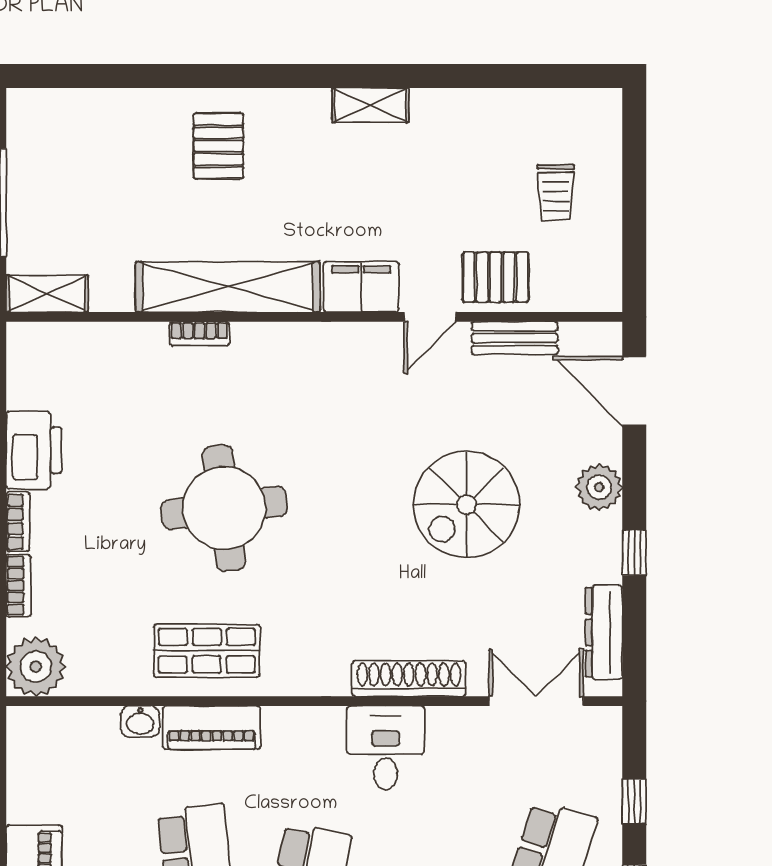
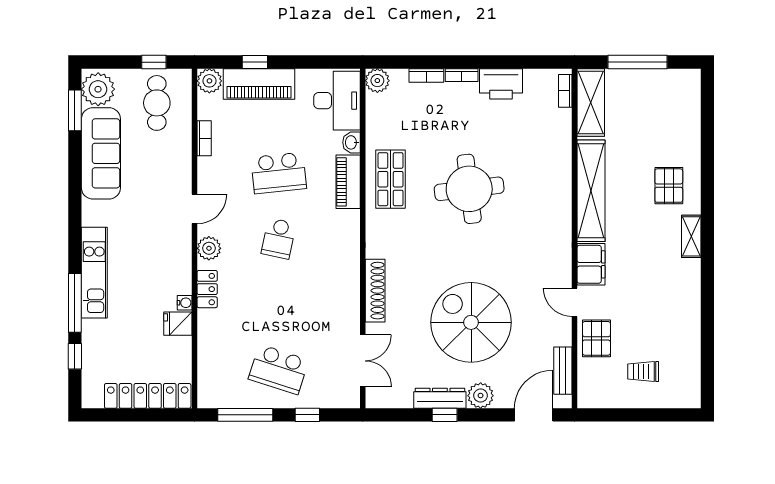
shelving: (371, 105) -> (691, 236), moved
pallet: (218, 146) -> (669, 186), turned 90
shelving: (47, 294) -> (591, 102), width x1.50, depth x1.33
bookcase: (199, 334) -> (565, 91), moved
bench: (515, 338) -> (563, 371), moved
spiral stairs: (466, 505) -> (471, 322), width x1.37, depth x1.37
dresser: (604, 632) -> (440, 398), moved
plant: (36, 667) -> (377, 81), width x0.73, depth x0.73
desk: (386, 748) -> (337, 101), moved, width x1.37

